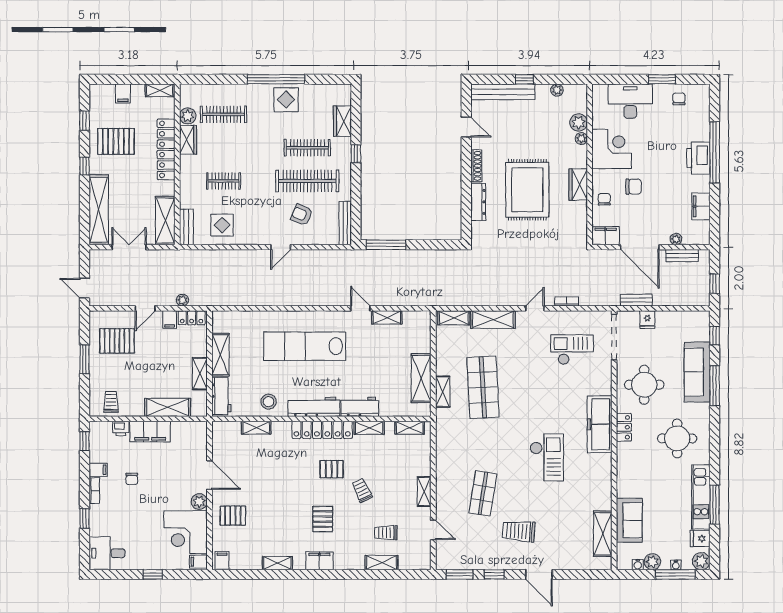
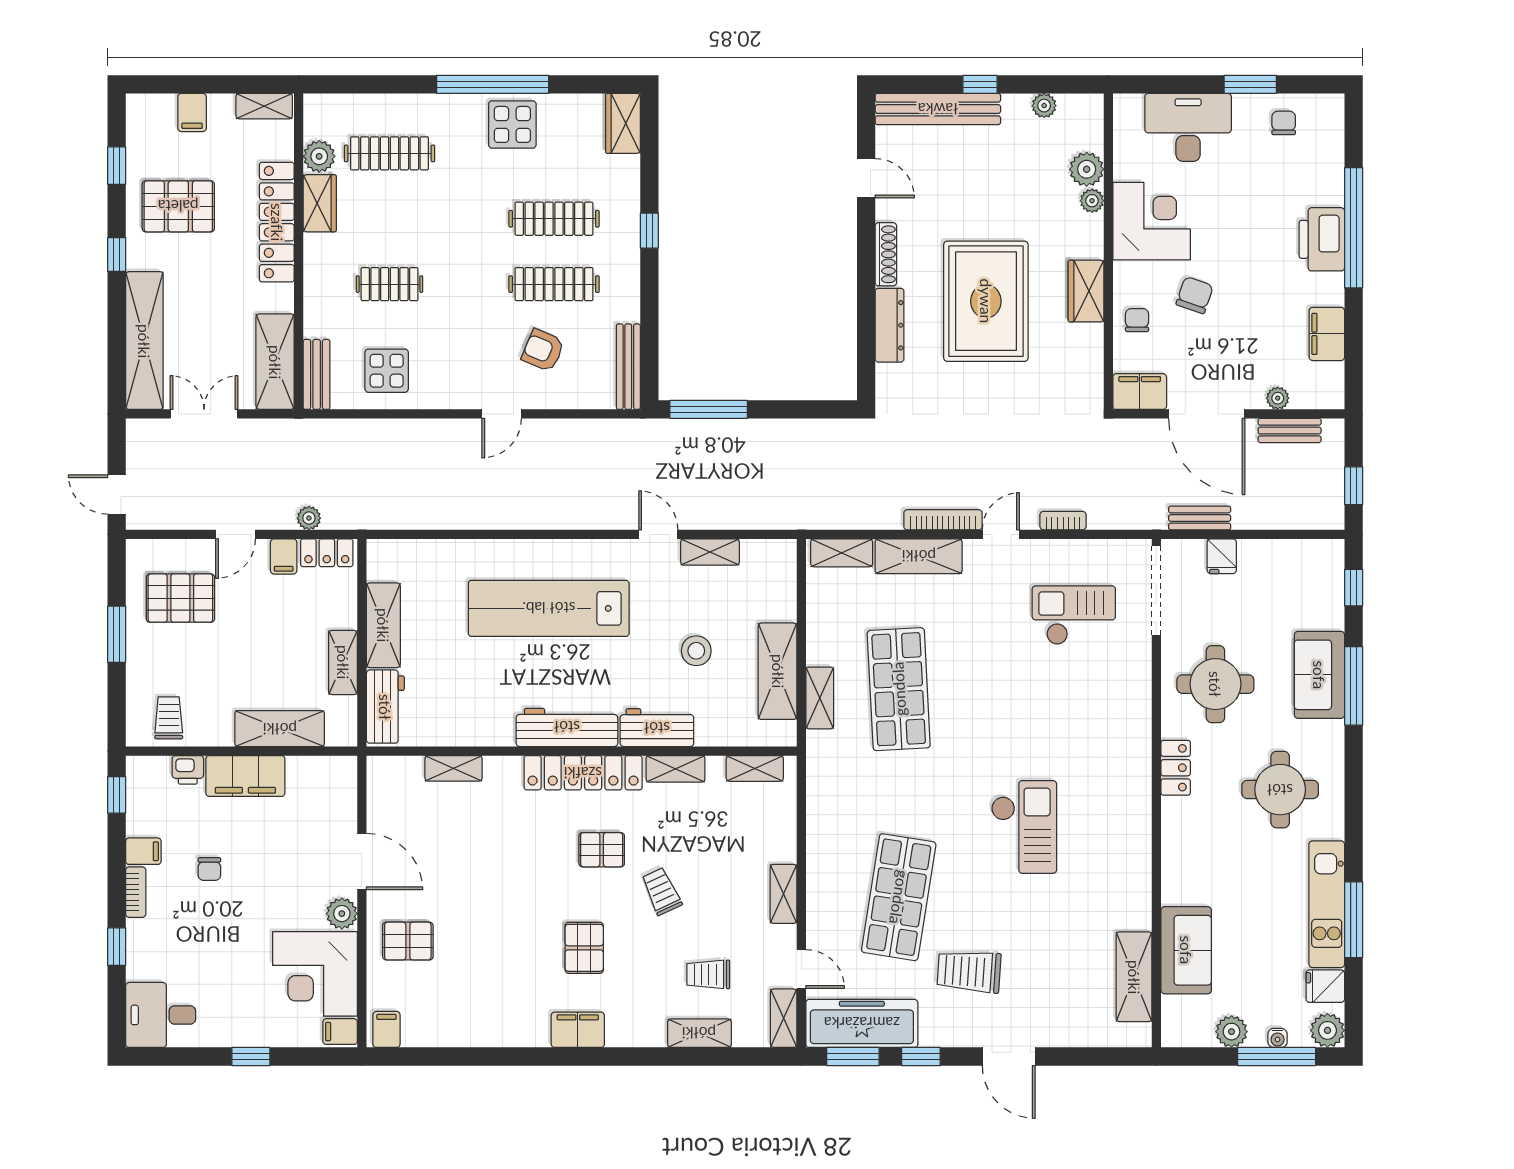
wardrobe: (342, 121) -> (623, 123), moved
clothes rail: (307, 181) -> (554, 284), width x0.73, depth x0.76
chair: (634, 187) -> (1195, 295), turned -71
bookcase: (505, 301) -> (943, 520), added
sofa: (697, 372) -> (1319, 675), width x0.73
stool: (269, 402) -> (696, 651), moved
freezer: (600, 424) -> (862, 1023), moved, turned 90
shop shelf: (483, 493) -> (899, 897), width x1.43, depth x1.36
shelving: (277, 563) -> (784, 1018), moved, turned 90
water cooler: (638, 564) -> (1203, 1037), removed

